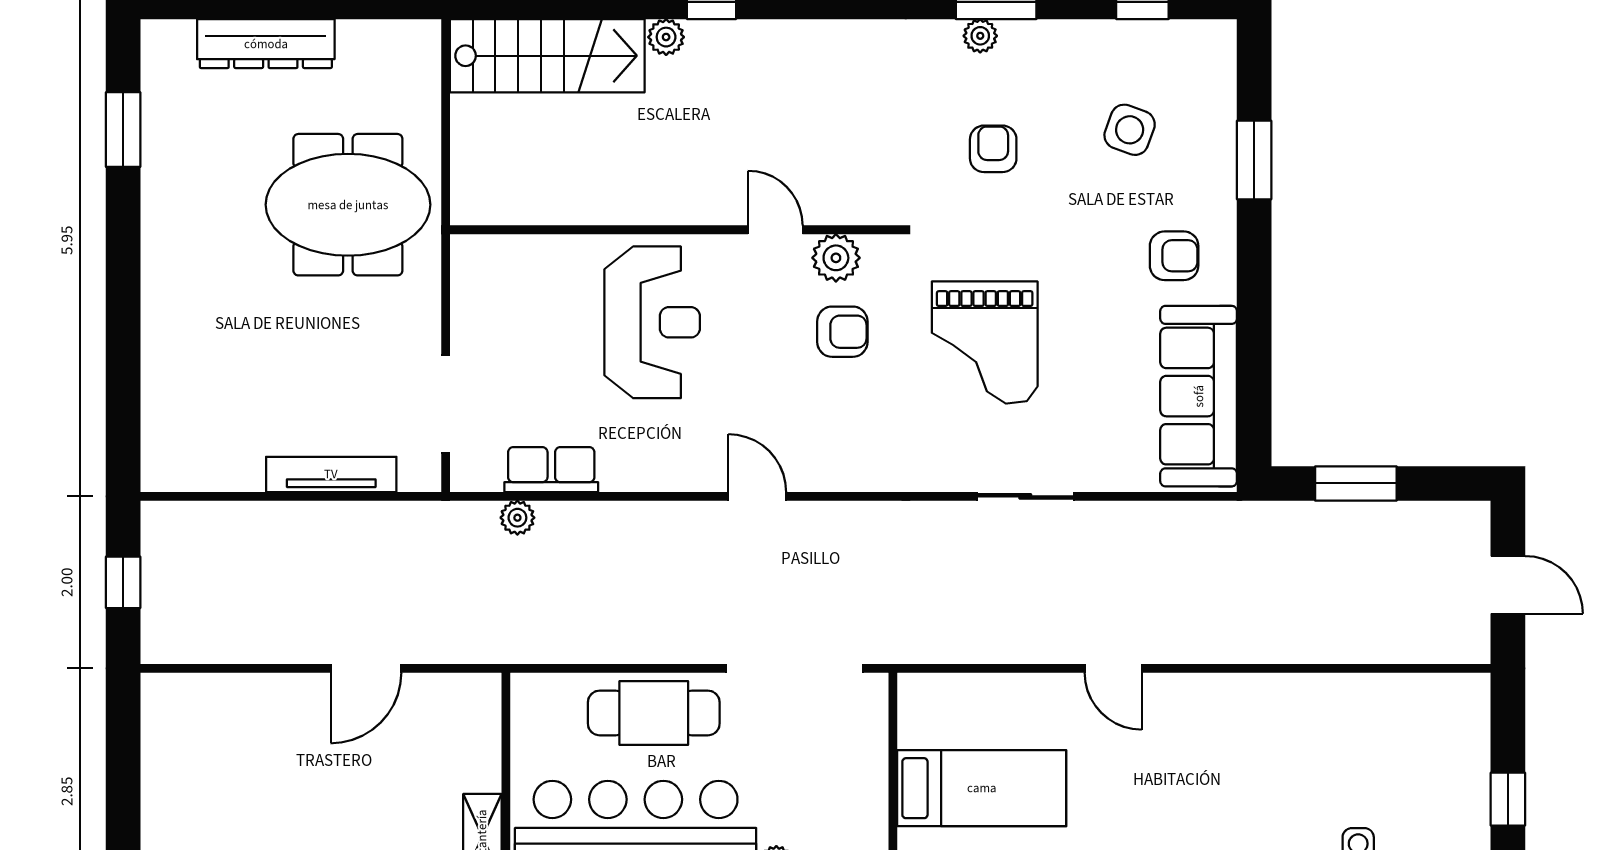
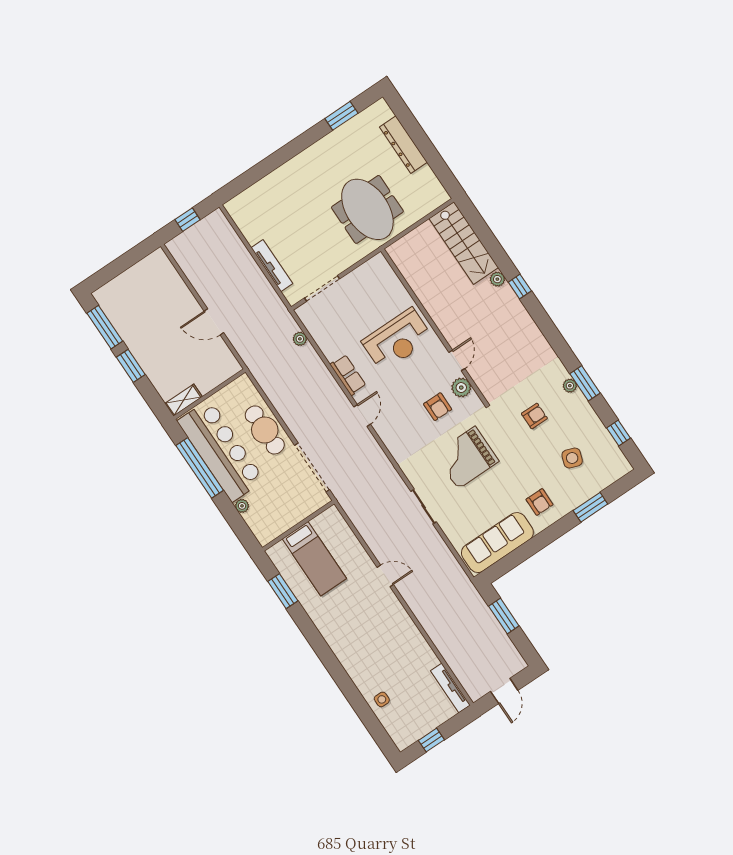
row of seats: (551, 470) -> (348, 375), moved
door: (1113, 668) -> (385, 576), swing flipped
tv unit: (1429, 690) -> (450, 688), added

